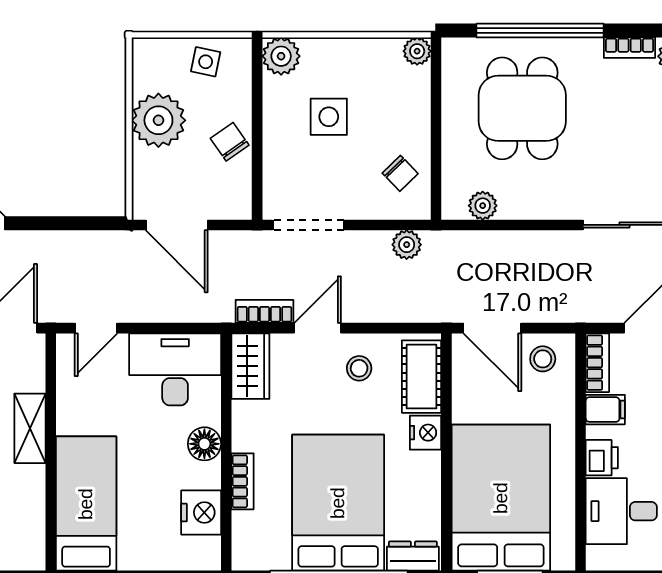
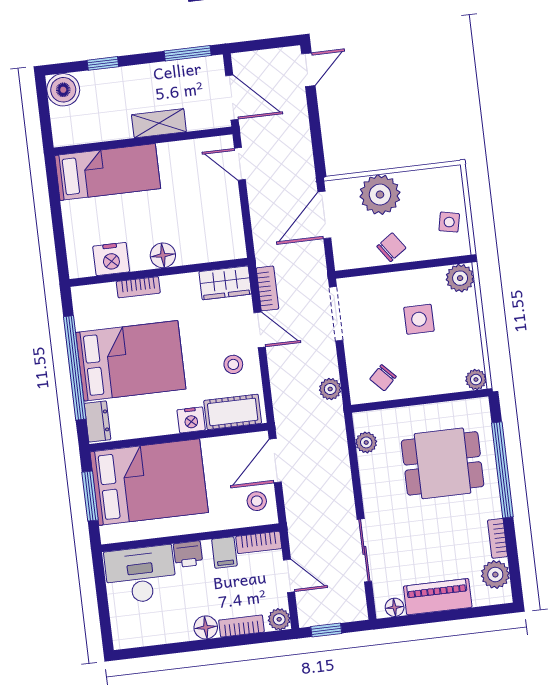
plant: (158, 120) -> (380, 195), moved
desk: (175, 369) -> (216, 227), removed
desk: (621, 511) -> (141, 575), width x1.37

